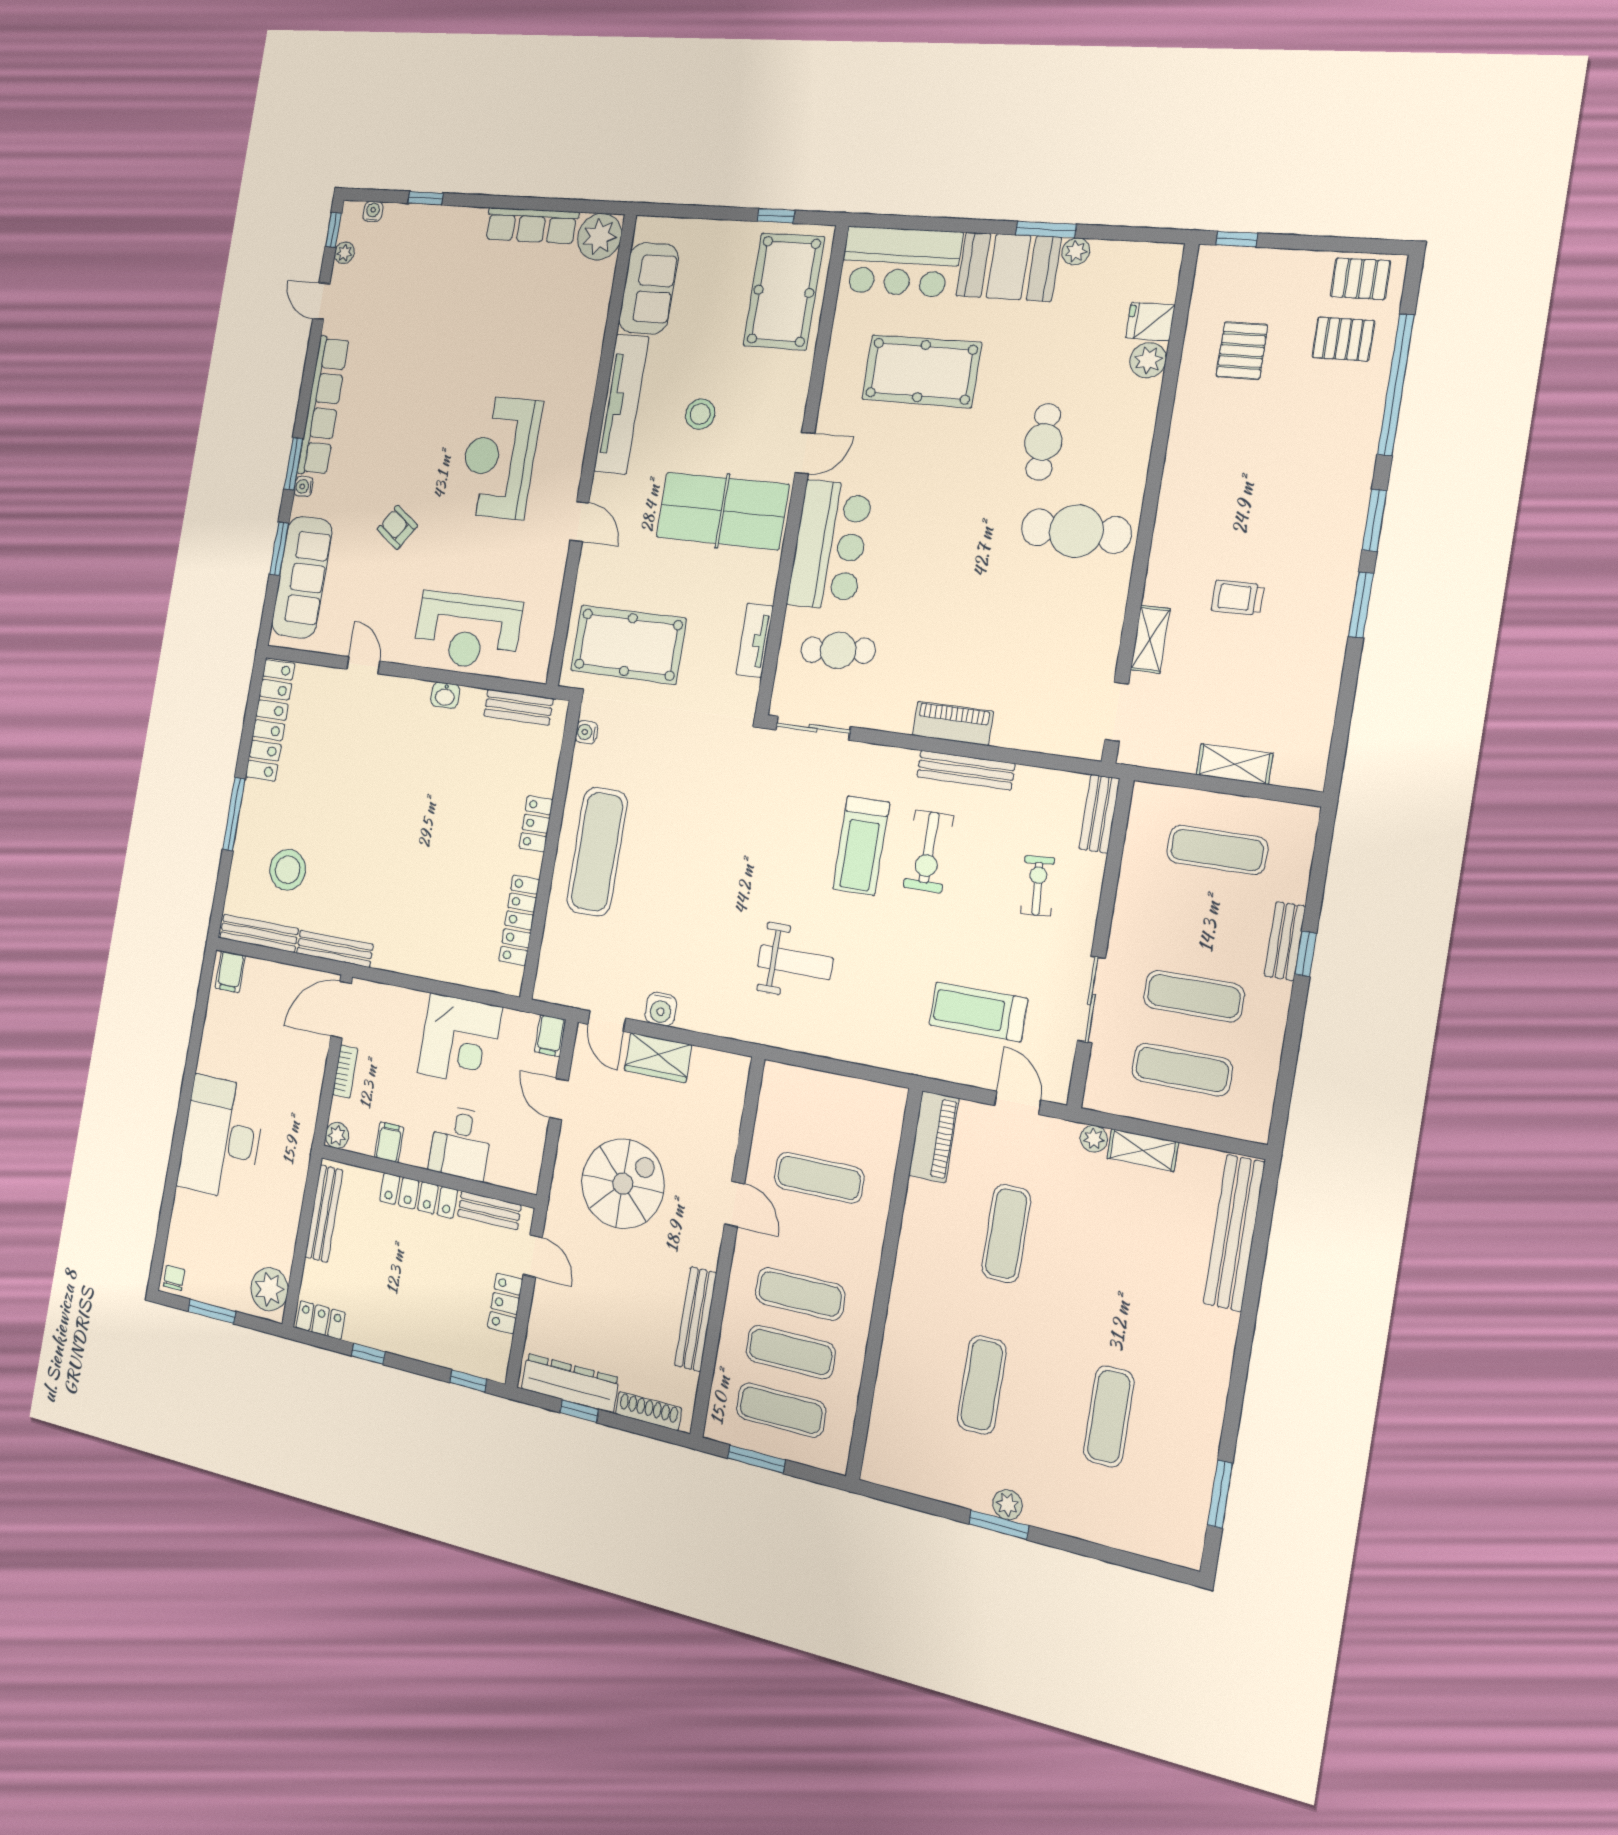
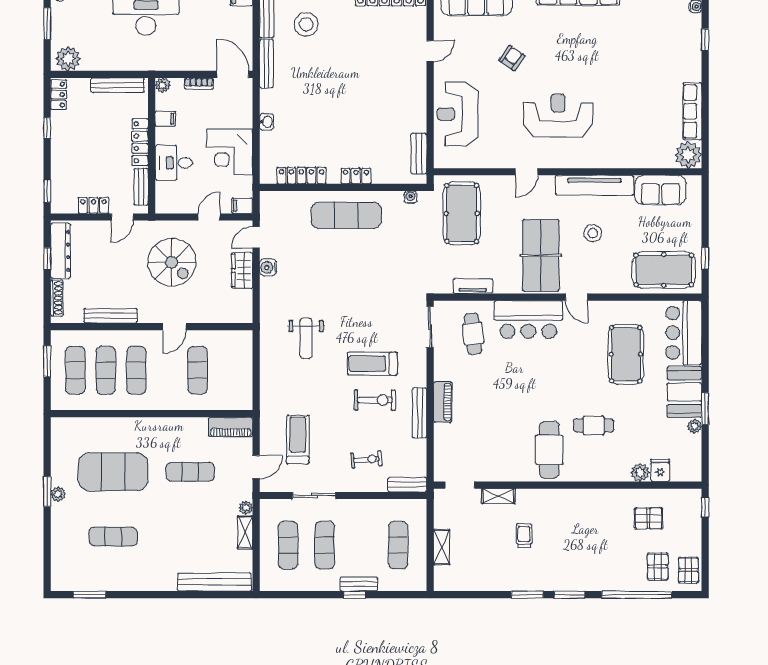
washbasin: (445, 695) -> (267, 122), moved, turned 180
exercise bike: (928, 851) -> (375, 400), turned 180
exercise mat: (982, 1385) -> (113, 472), width x2.00, depth x1.45

